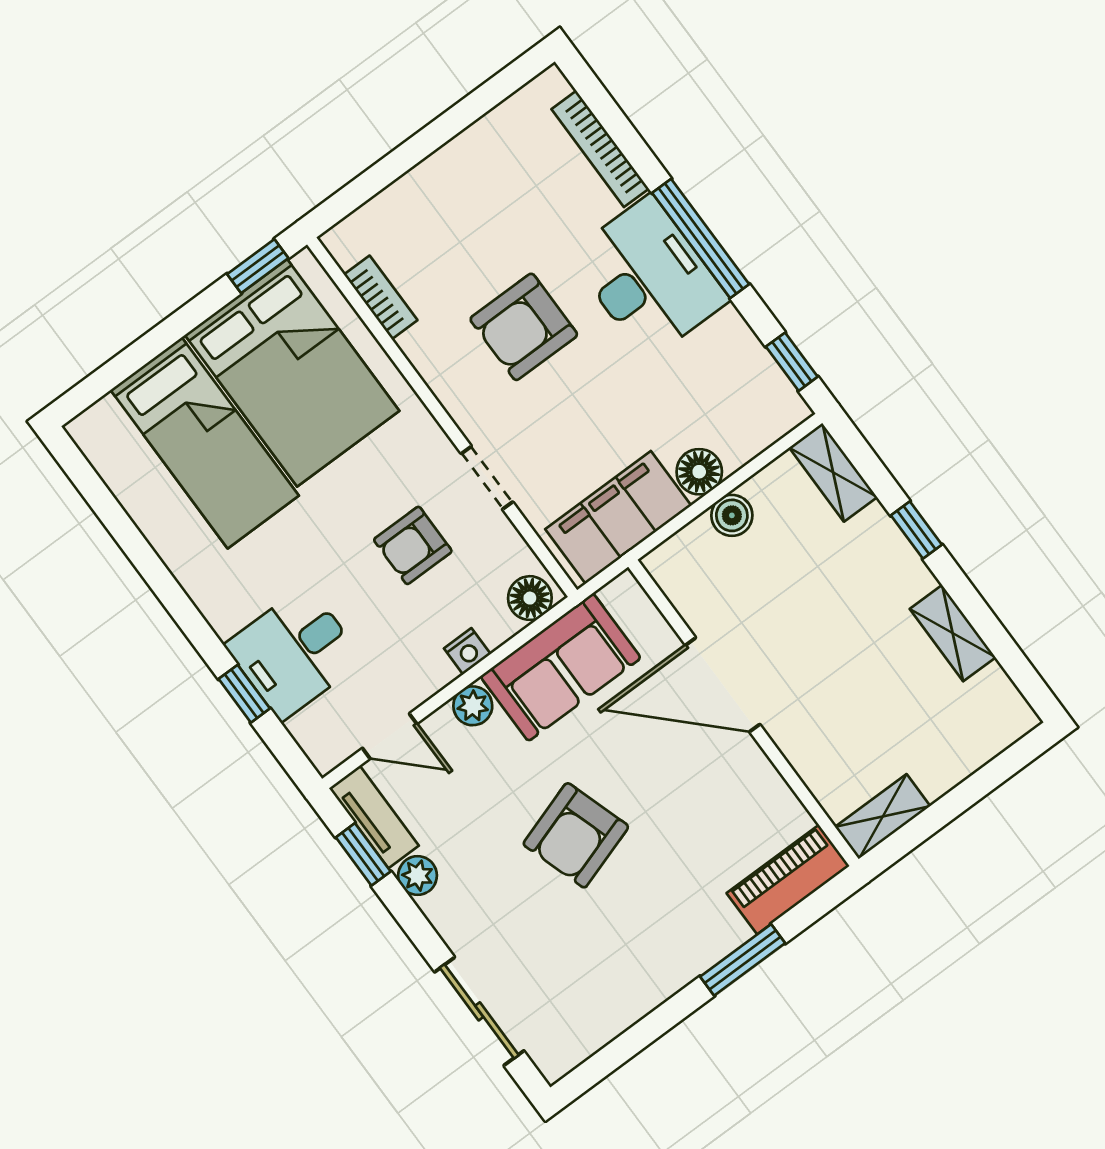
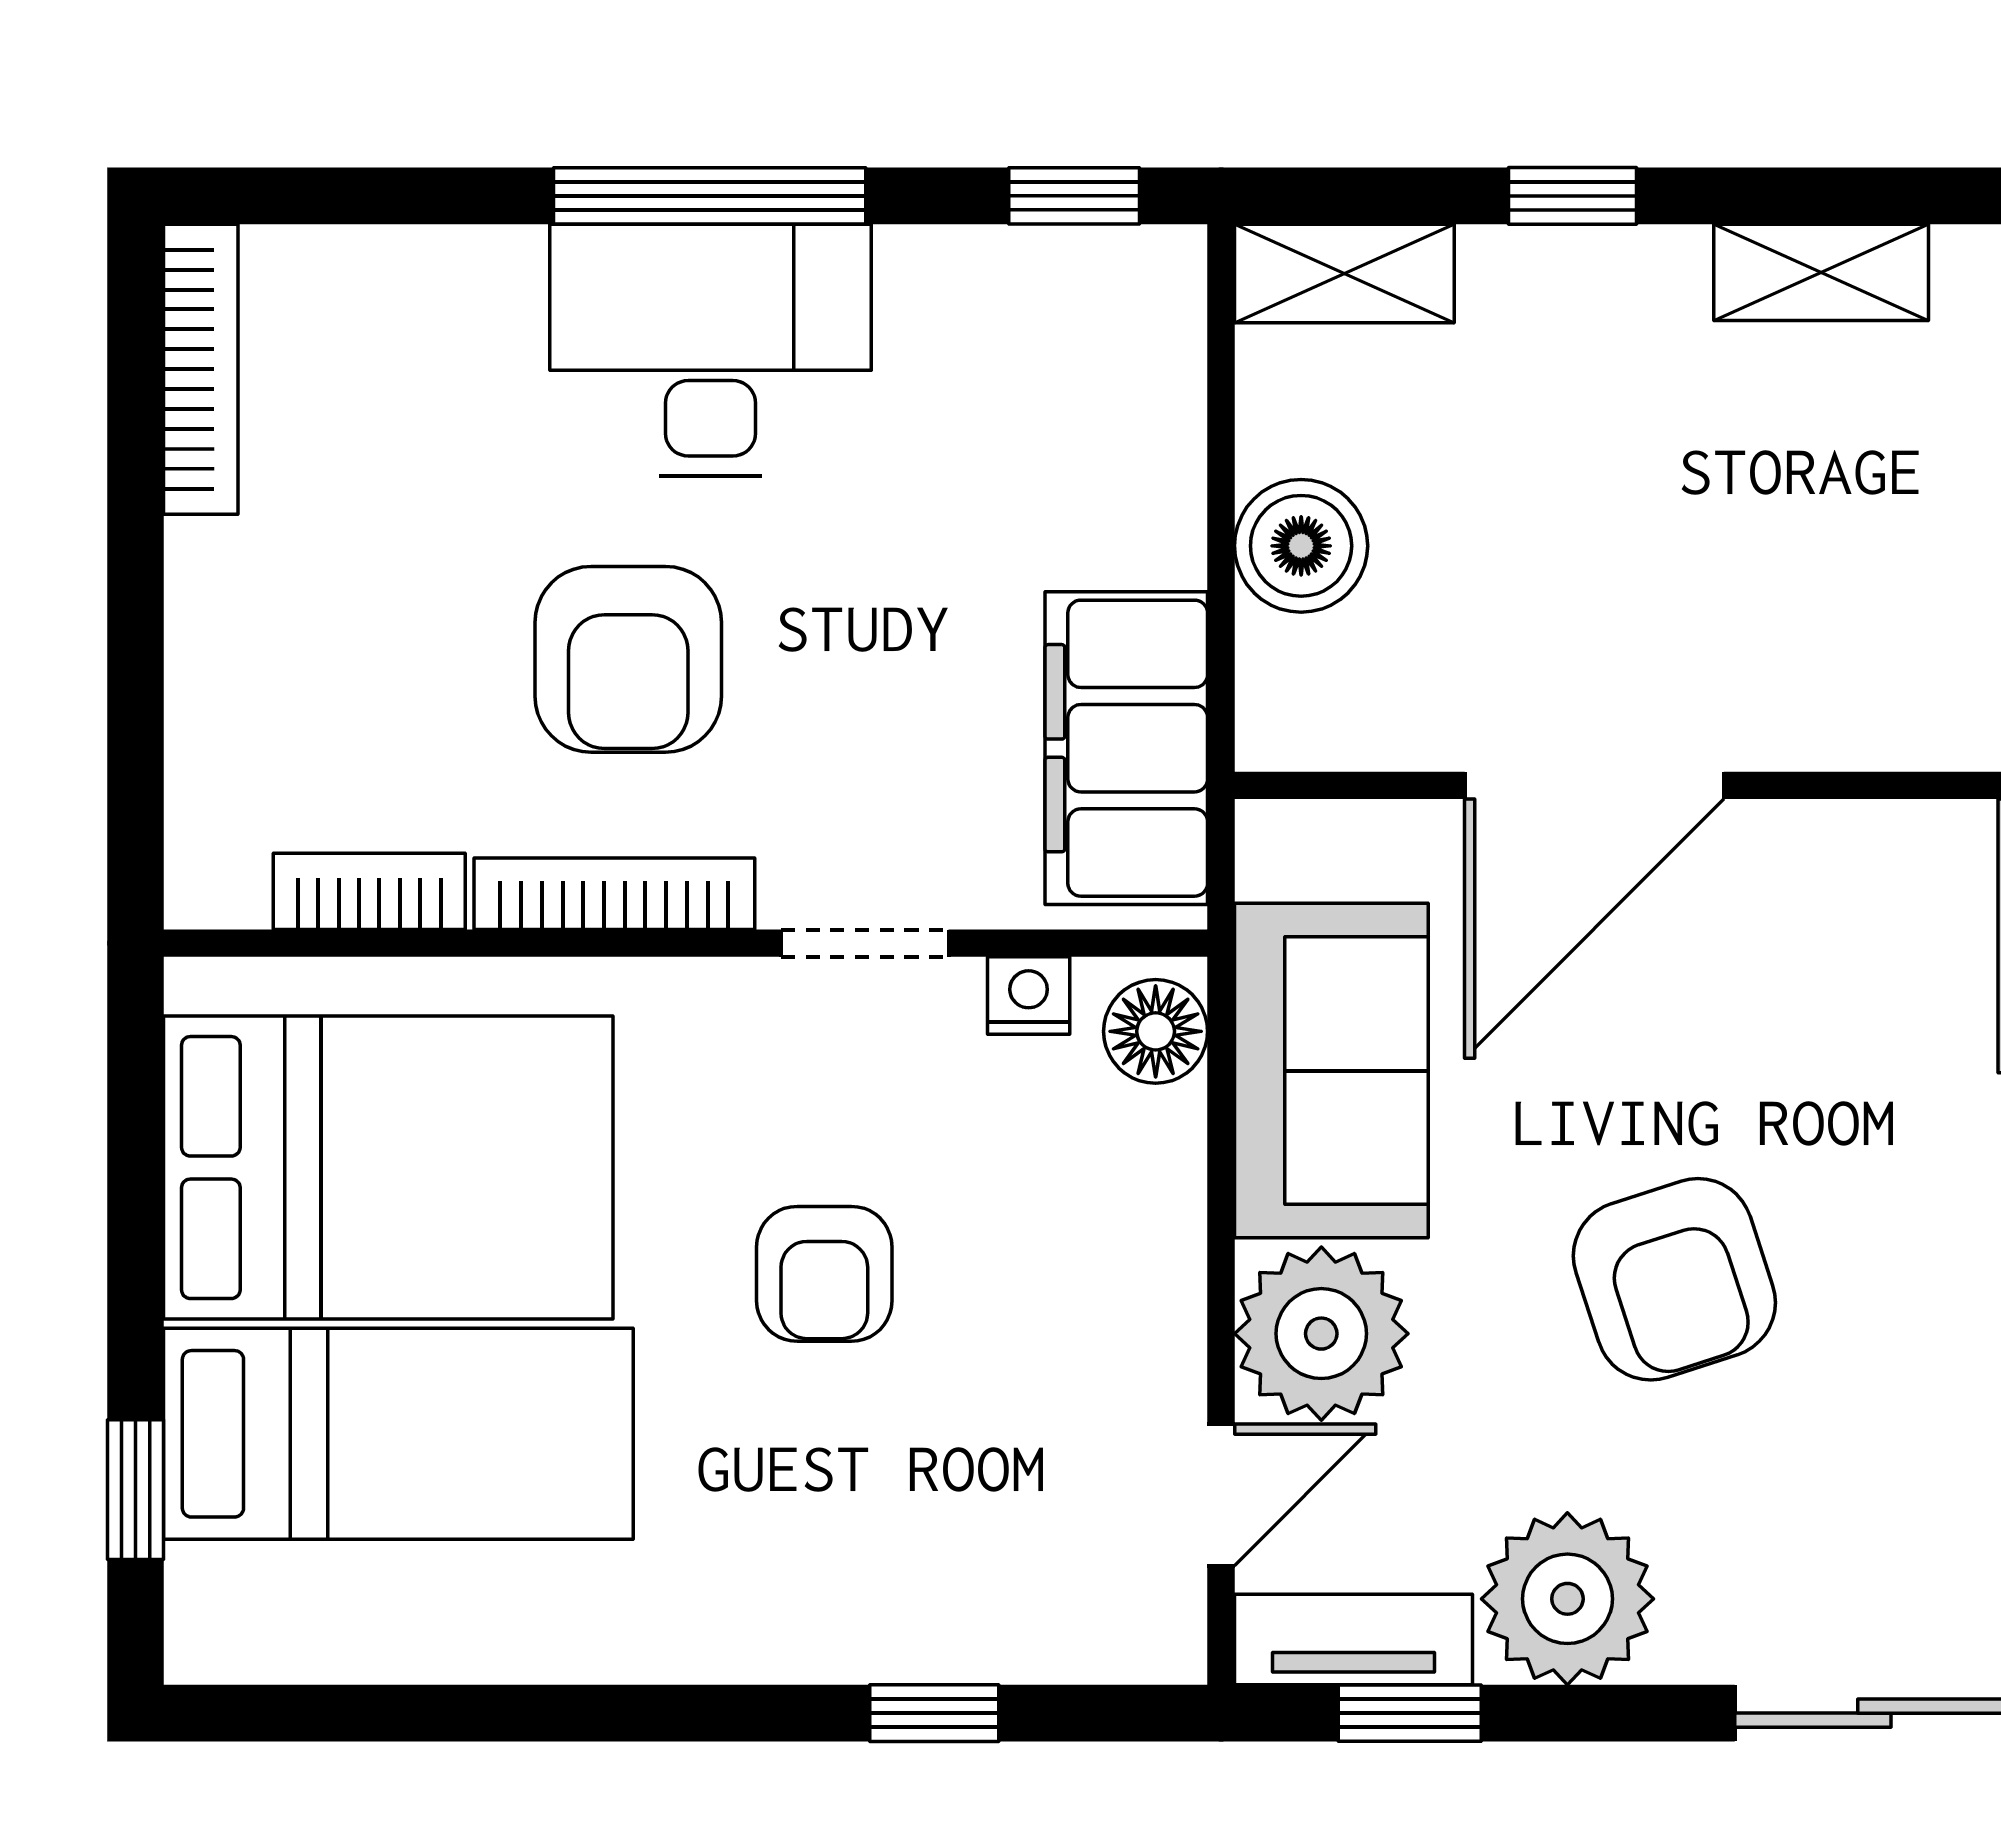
bookcase: (600, 149) -> (201, 369), moved, turned -90
window: (258, 266) -> (135, 1490), moved
bookcase: (441, 381) -> (614, 894), added
floor lamp: (699, 472) -> (1154, 529), removed
boiler: (732, 515) -> (1301, 546), width x1.36, depth x1.36
armchair: (413, 545) -> (824, 1274), moved
nightstand: (467, 651) -> (1029, 996), moved, turned -90
desk: (294, 653) -> (926, 1559), removed
plant: (473, 706) -> (1321, 1334), width x1.87, depth x1.87
plant: (418, 876) -> (1567, 1599), width x1.87, depth x1.87

